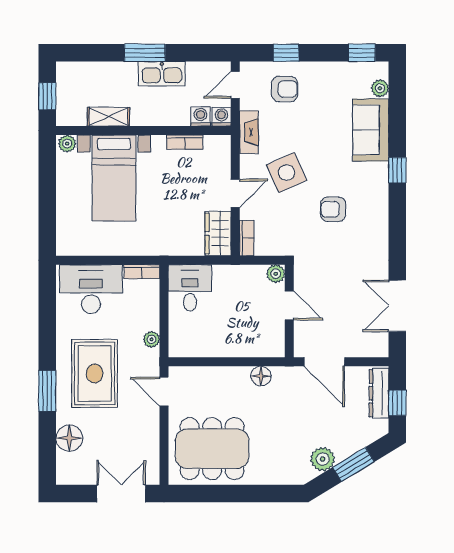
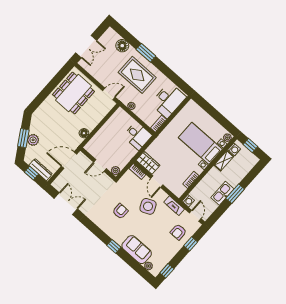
washing machine: (201, 116) -> (234, 149), moved
plant: (323, 459) -> (33, 140), moved

